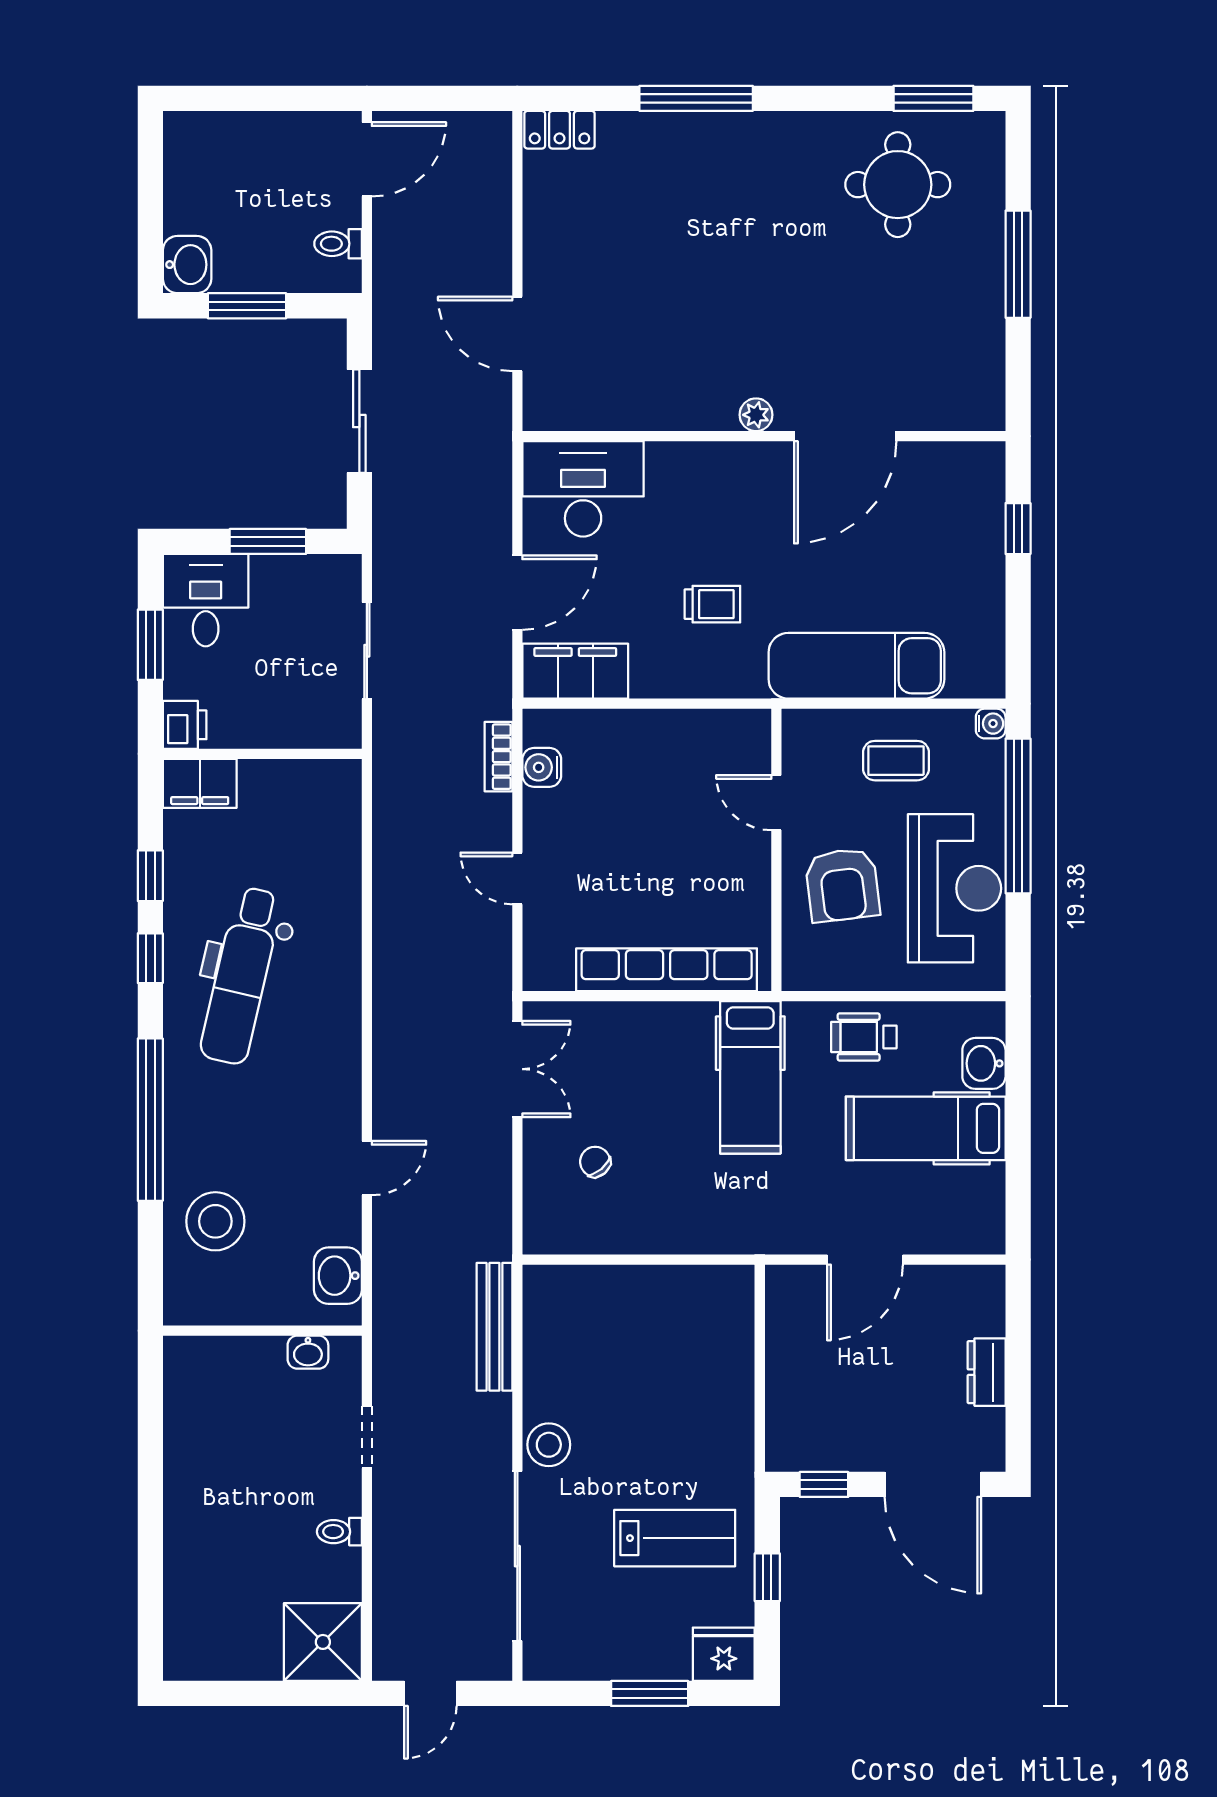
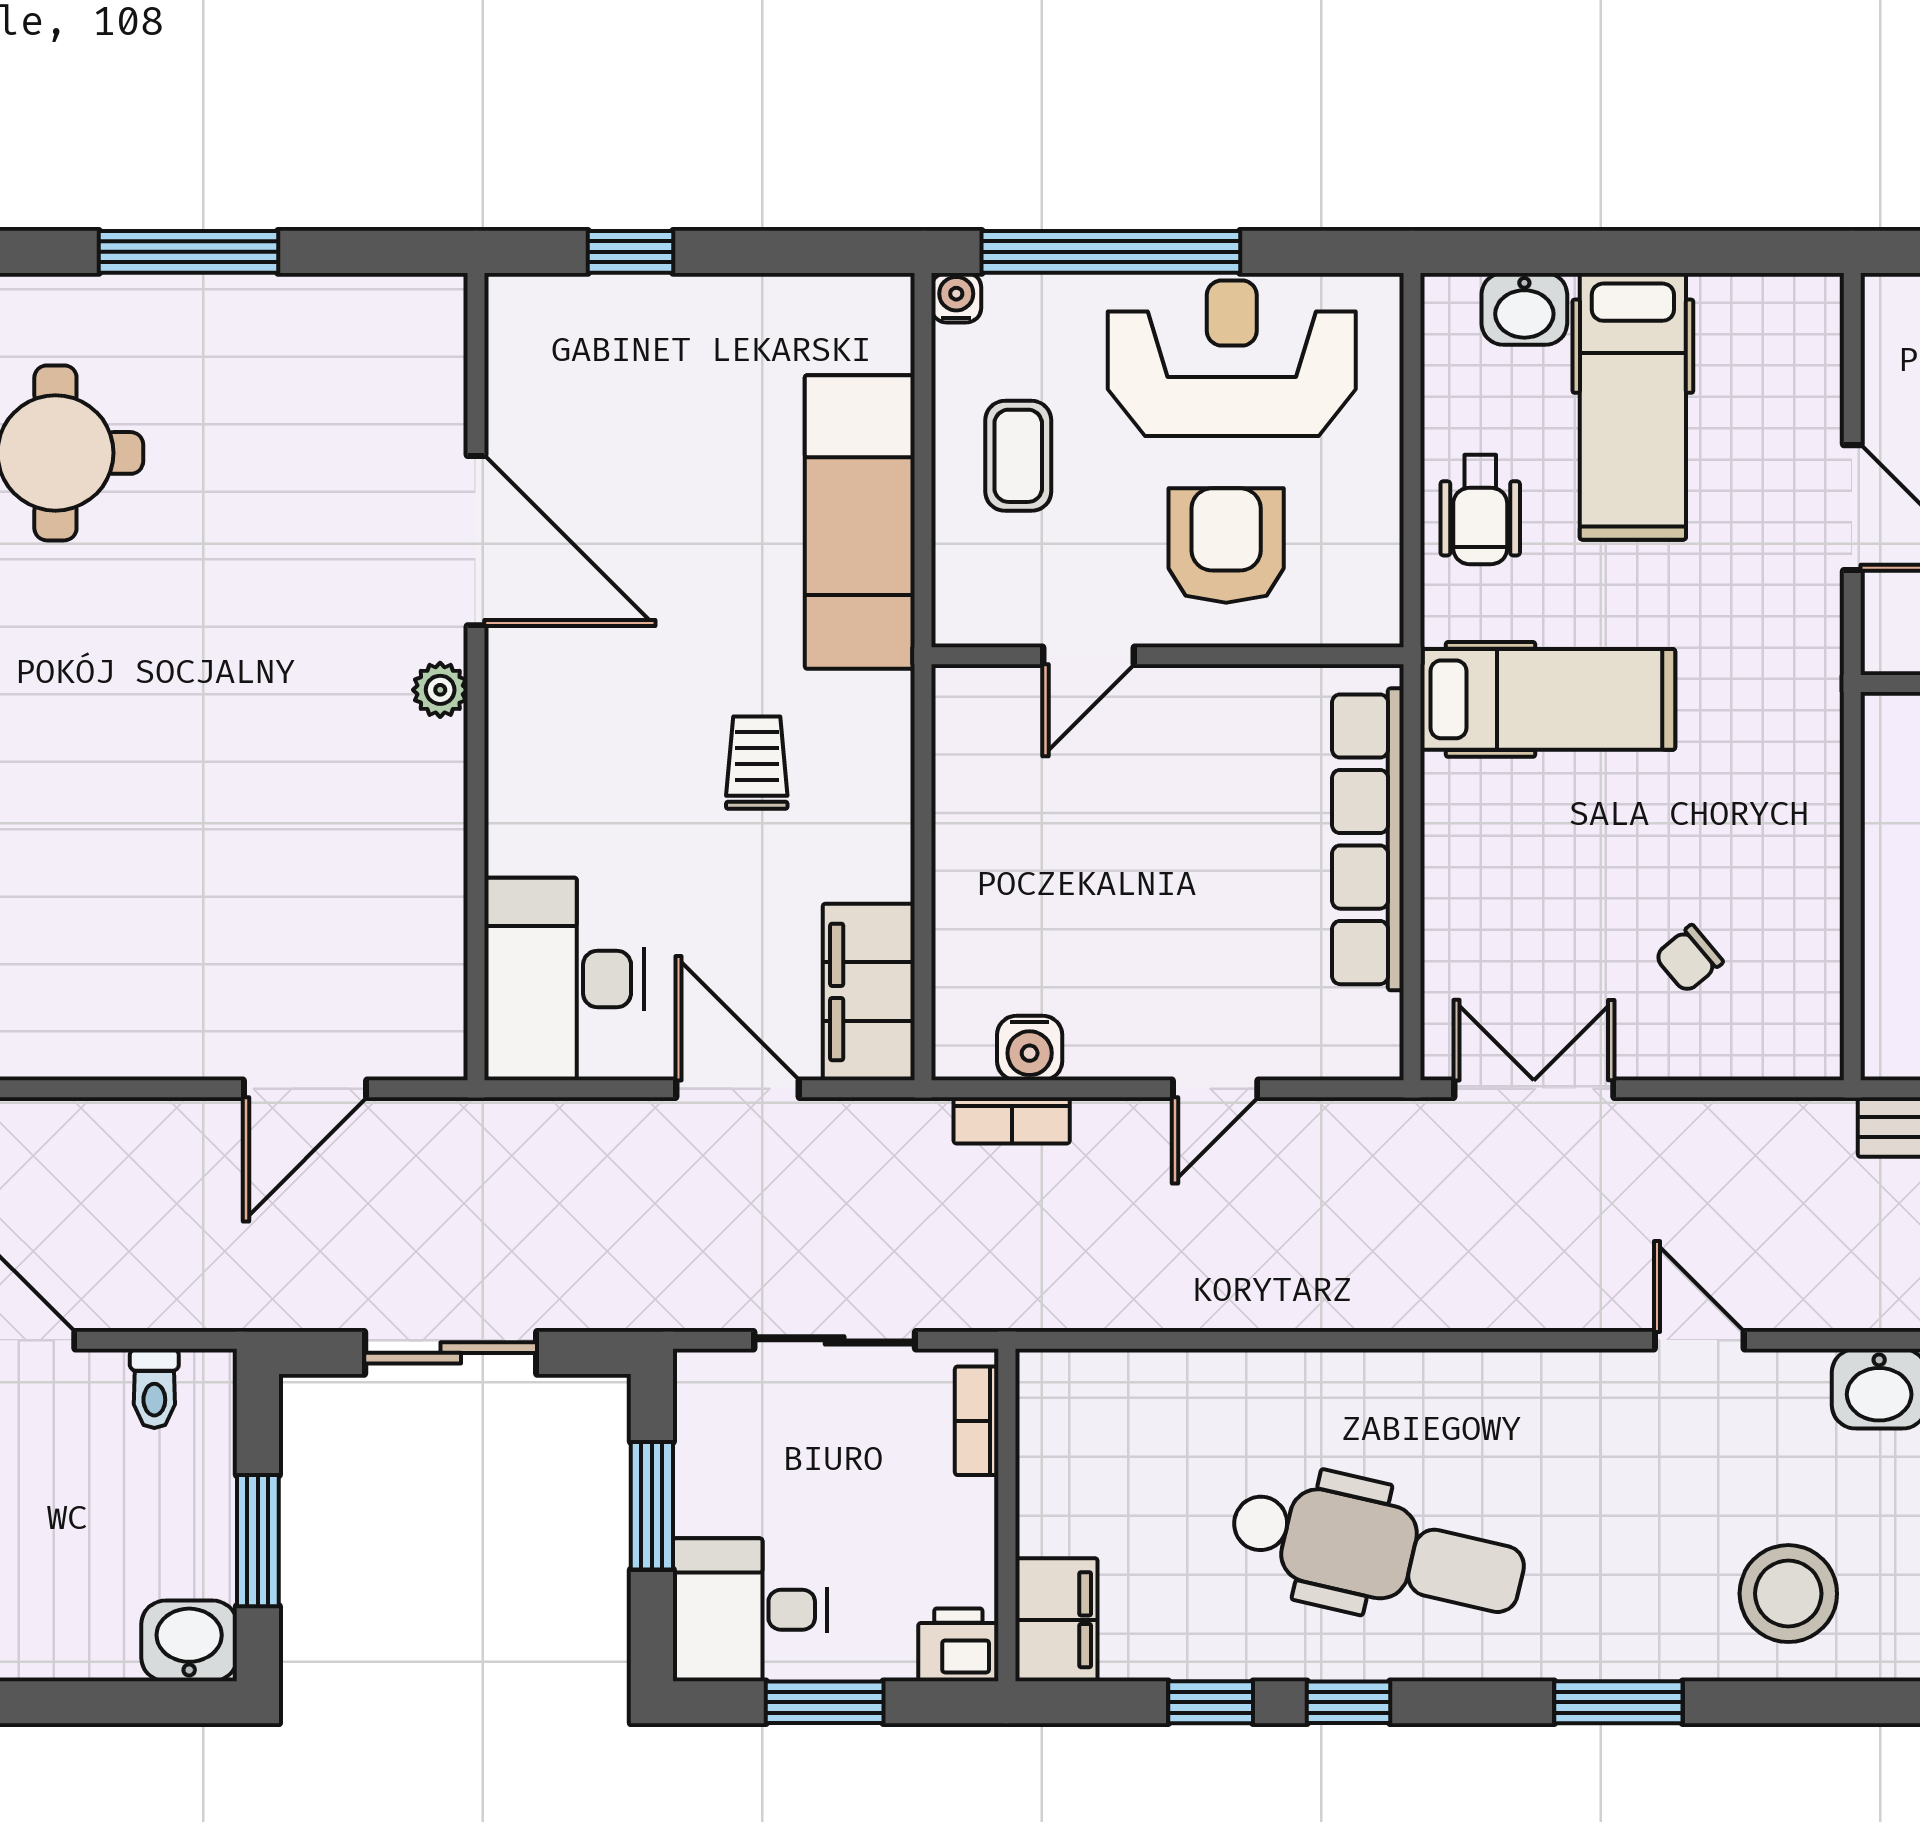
bookcase: (319, 736) -> (977, 1421), added
armchair: (842, 885) -> (1226, 545), turned -83
window: (150, 1120) -> (1618, 1702), width x0.47

